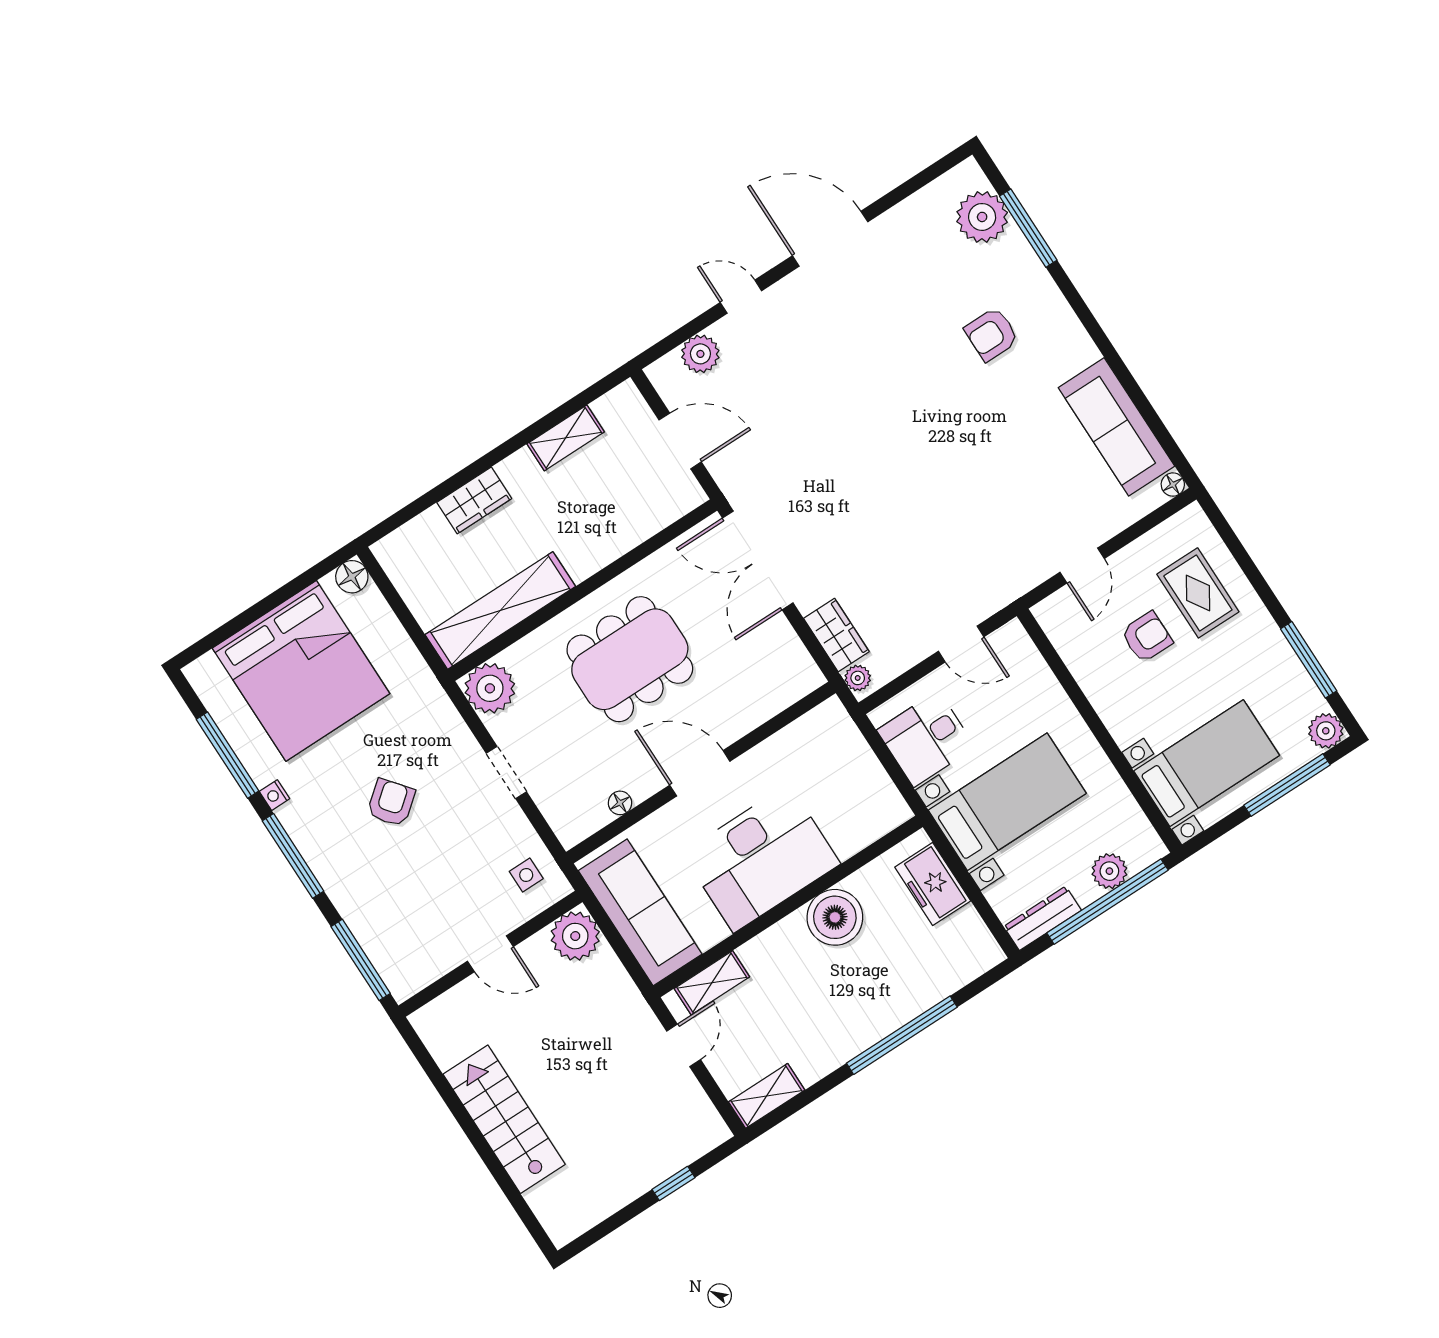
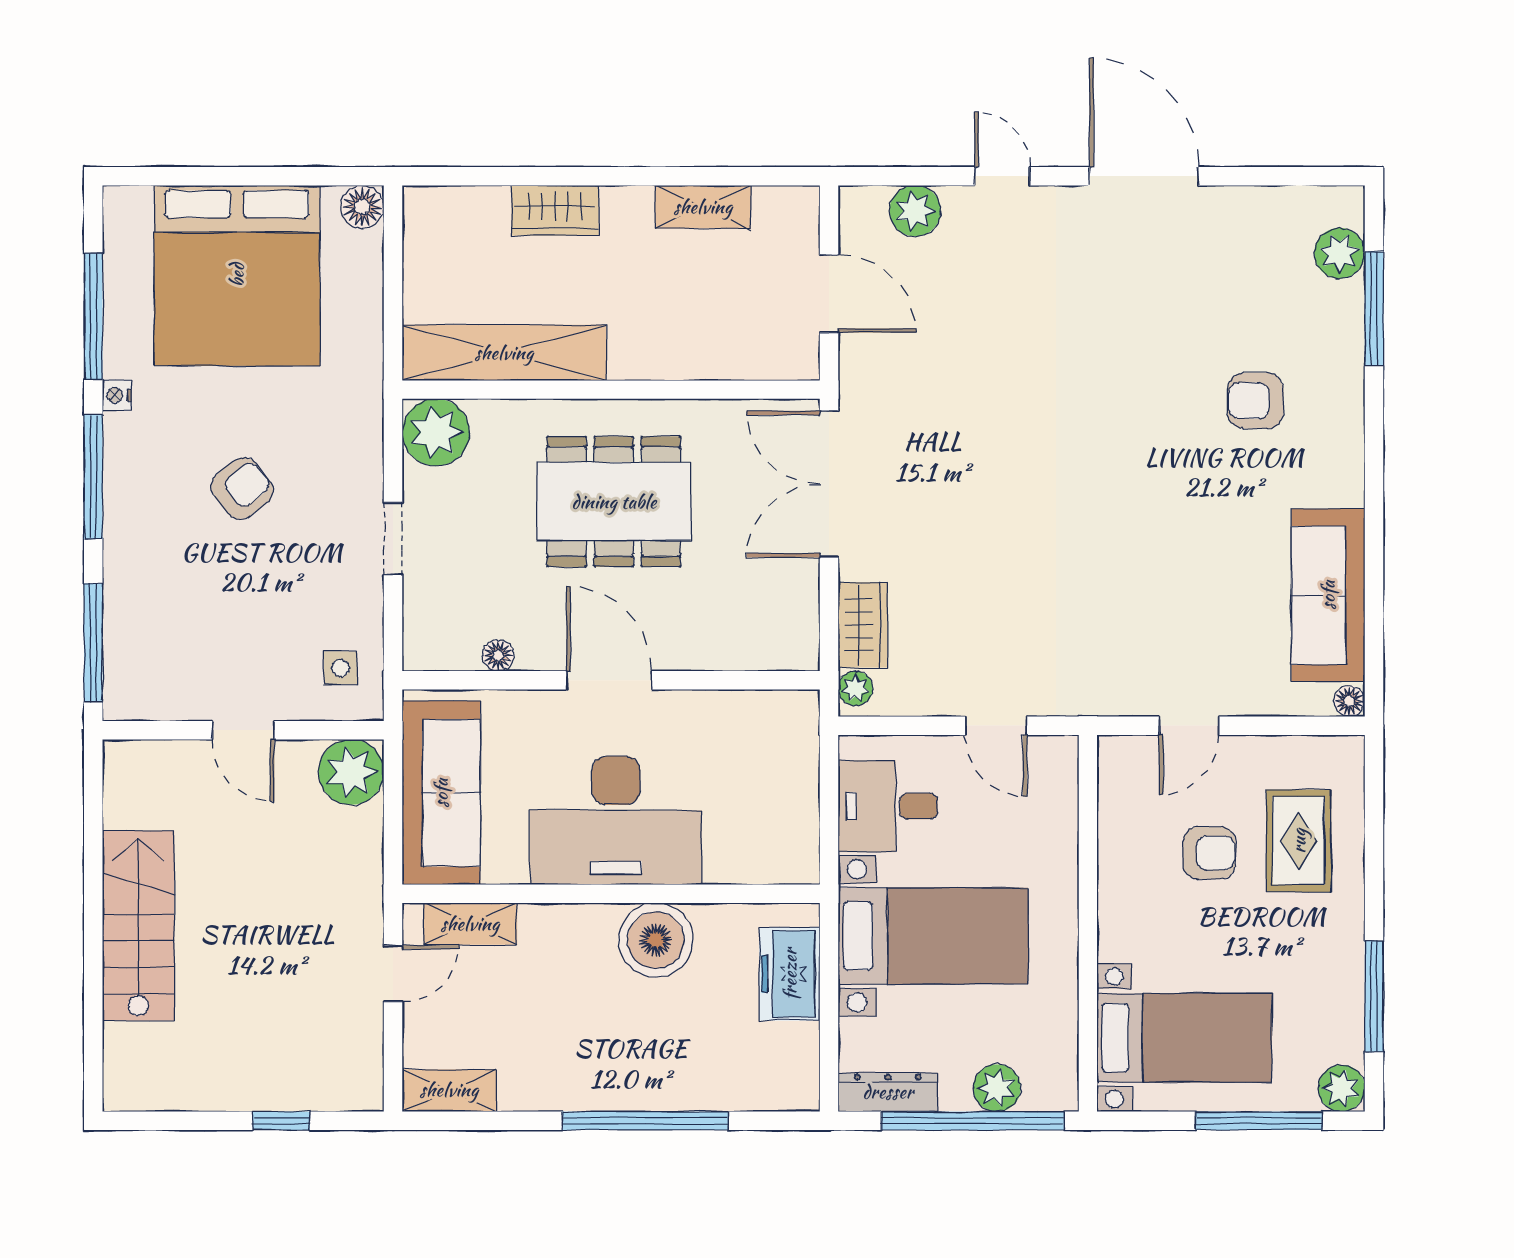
plant: (982, 217) -> (1340, 253), width x0.73, depth x0.73

